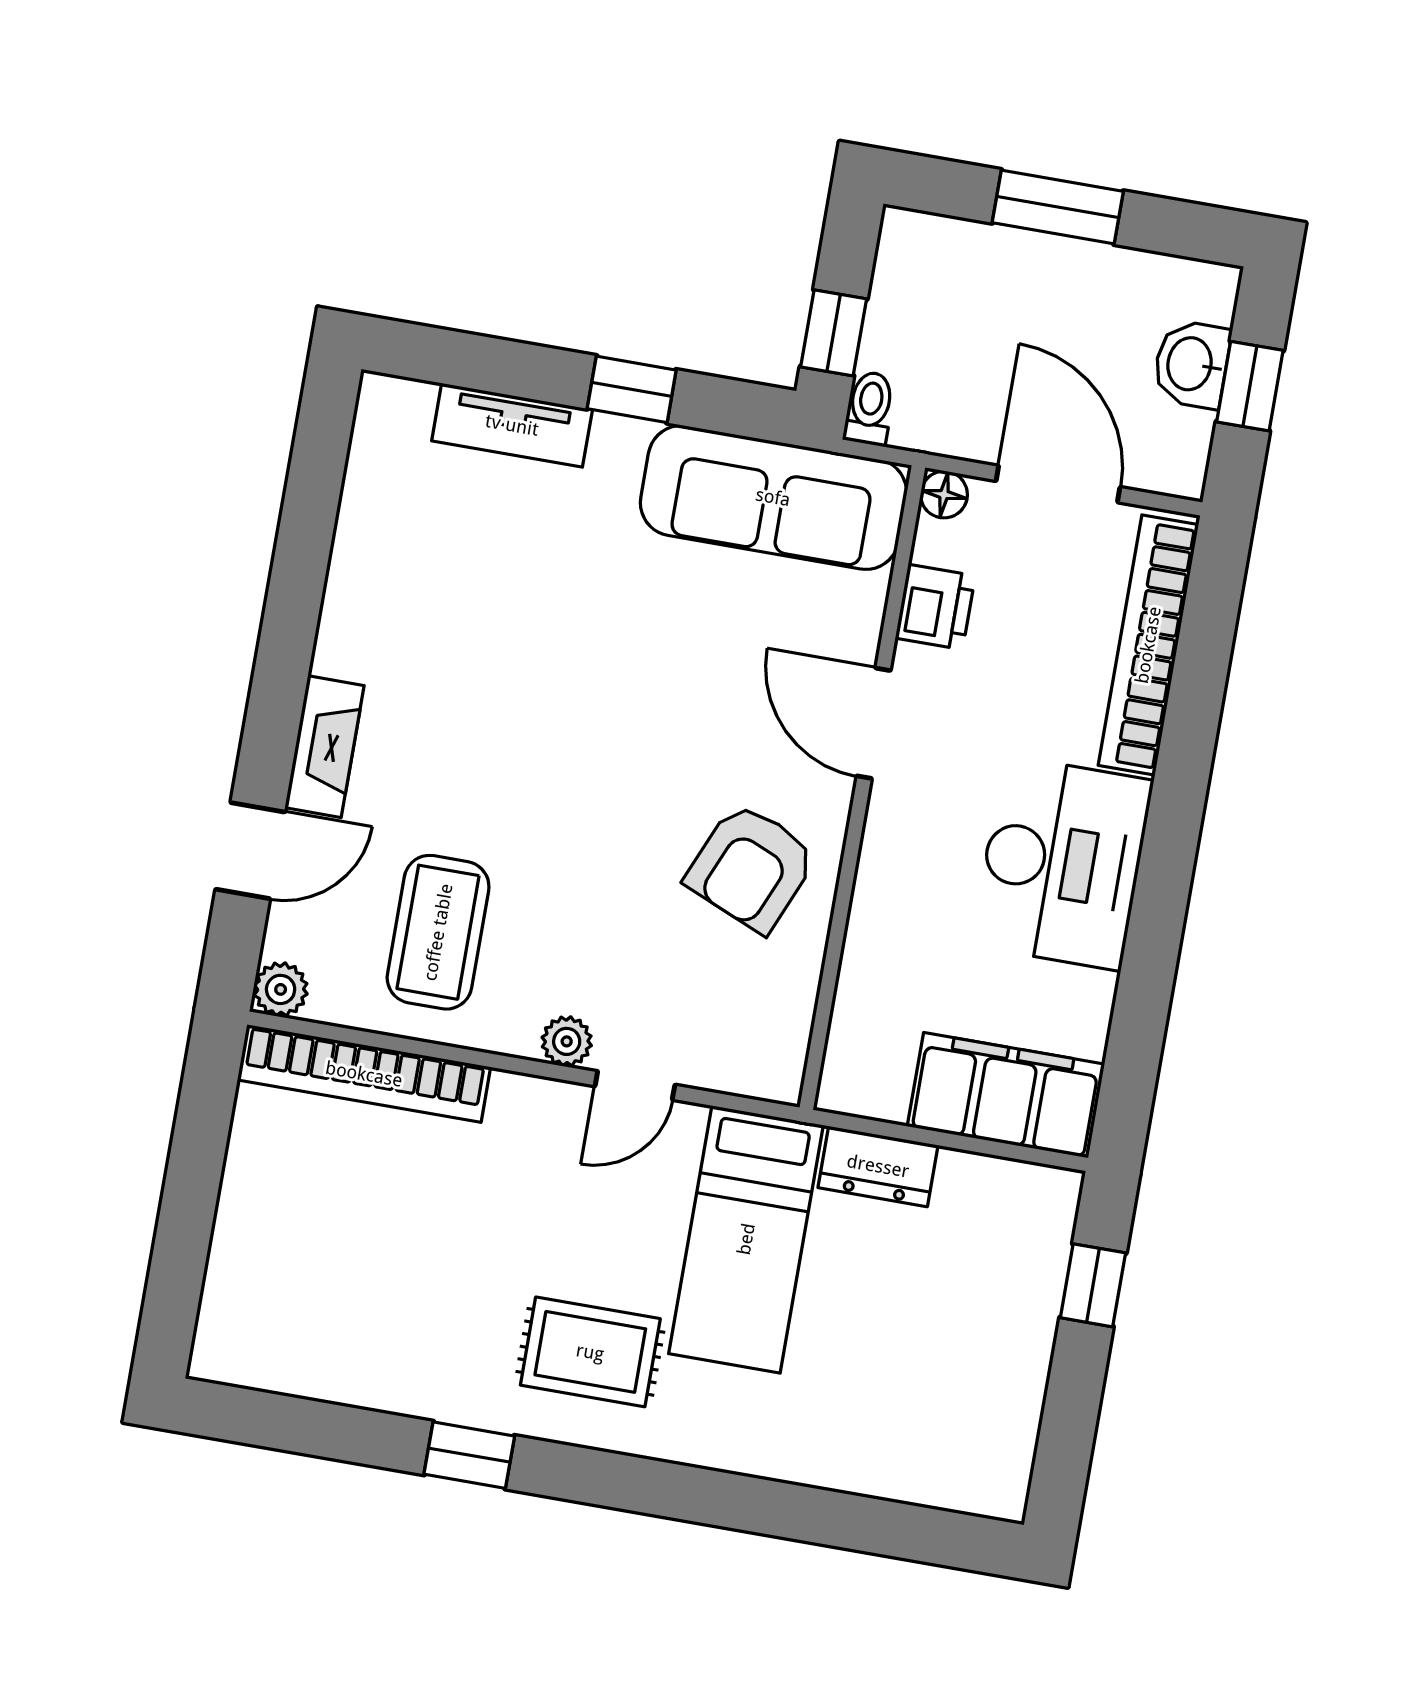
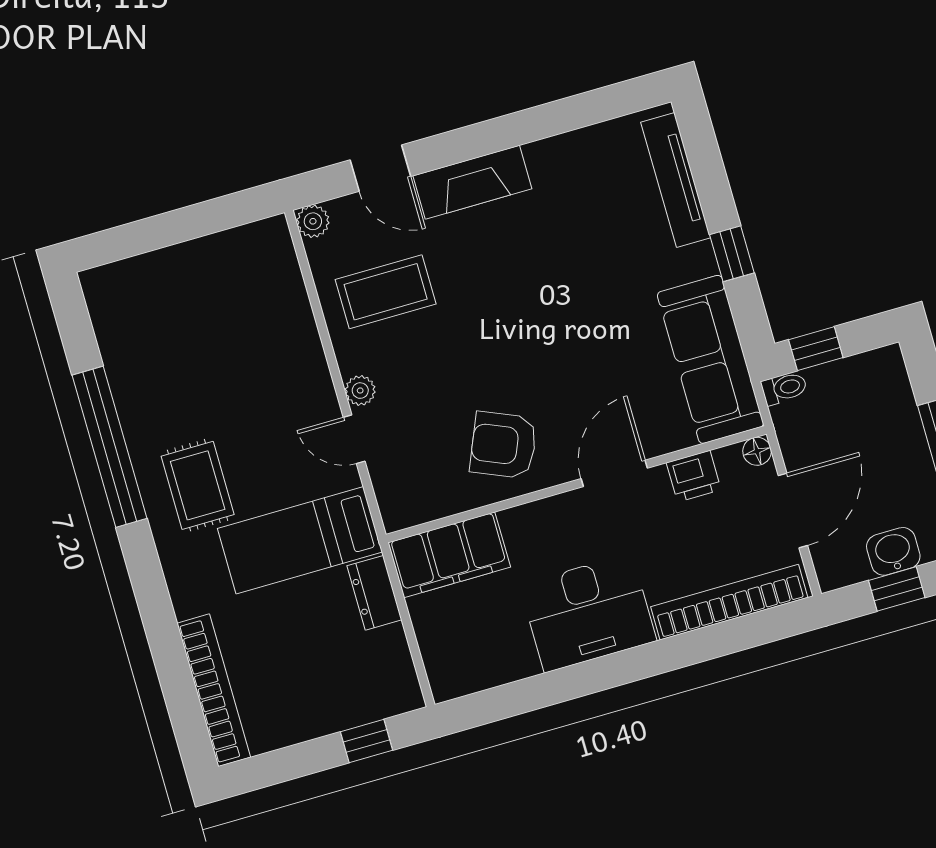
tv unit: (512, 425) -> (676, 180), width x1.41
fireplace: (324, 747) -> (472, 182), width x1.37, depth x1.32
bookcase: (364, 1074) -> (214, 690), moved, turned 180
filing cabinet: (1006, 1095) -> (449, 555), moved, turned 90
window: (469, 1455) -> (110, 447), width x3.17

